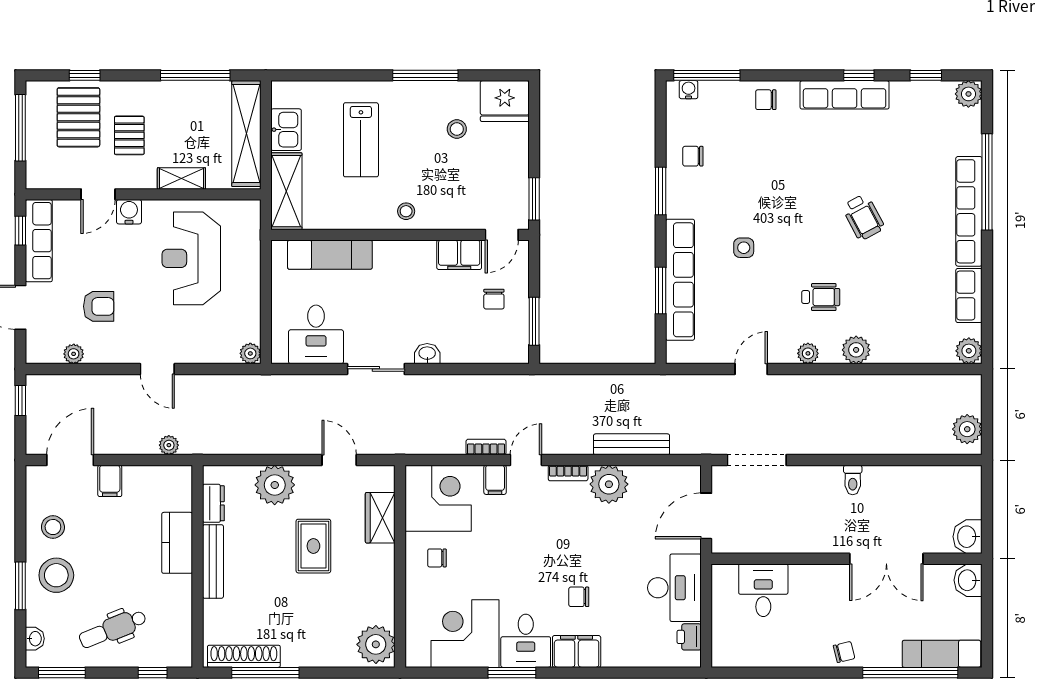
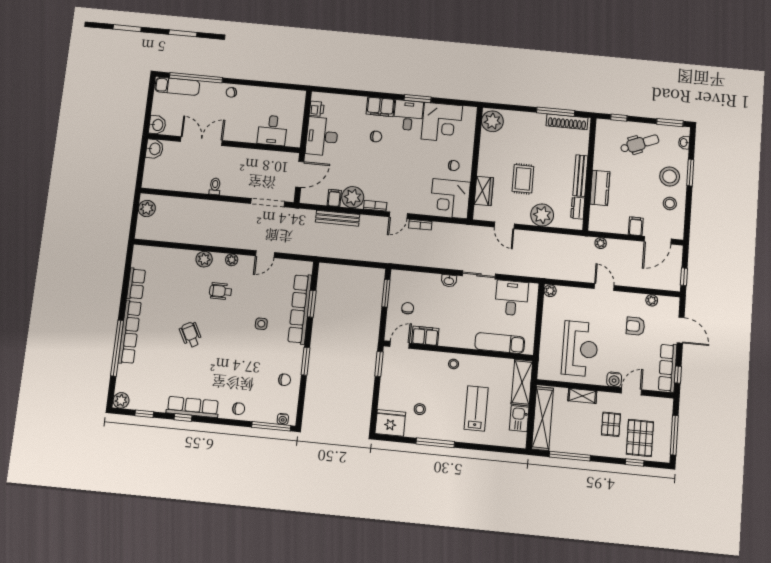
plant: (969, 351) -> (140, 252), removed
filing cabinet: (495, 480) -> (334, 198), moved

